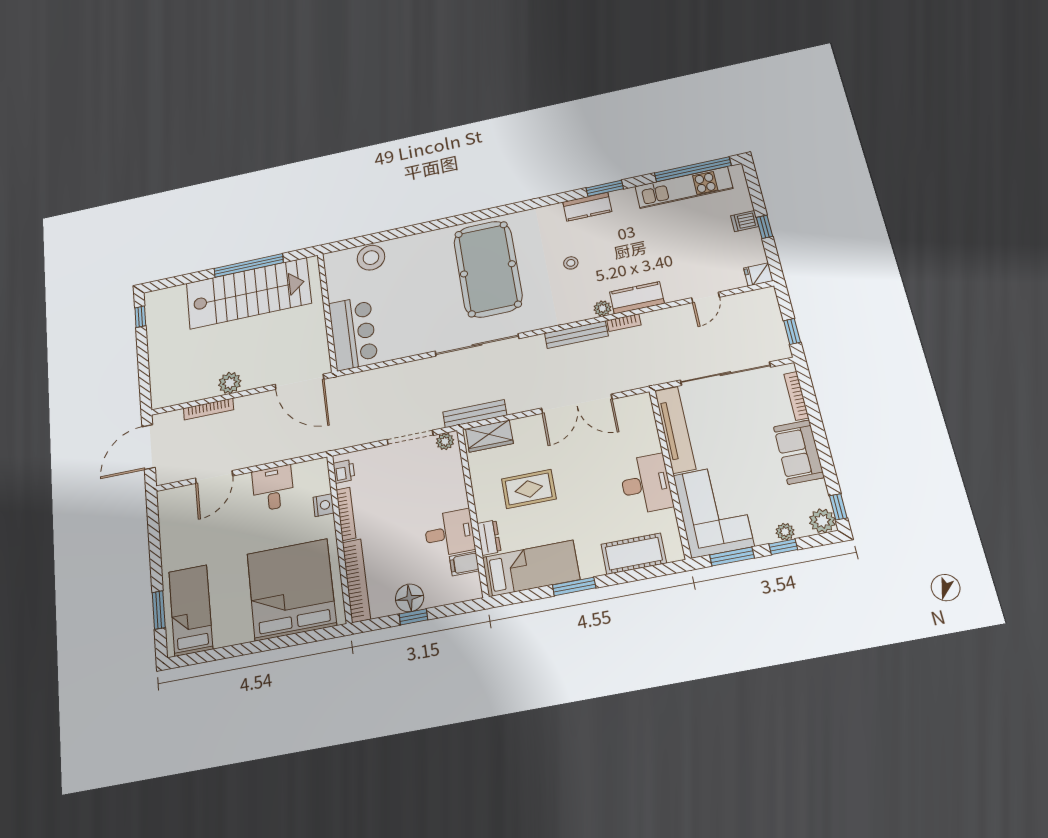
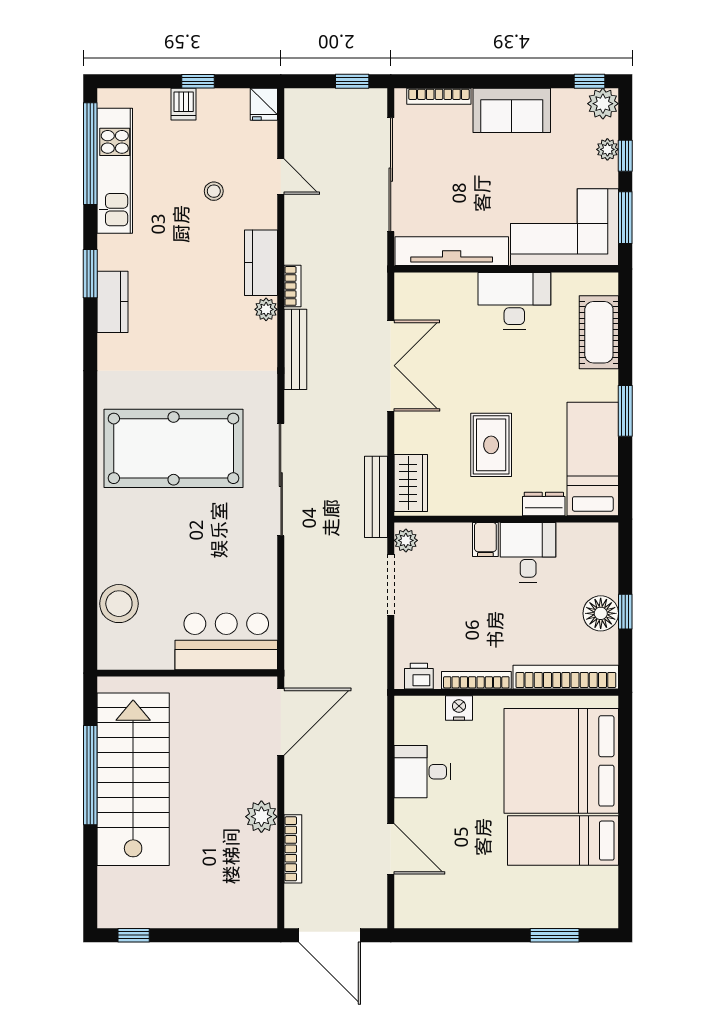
stool: (571, 263) -> (214, 191), moved
filing cabinet: (464, 564) -> (485, 540), moved
bed: (191, 610) -> (563, 841), moved

